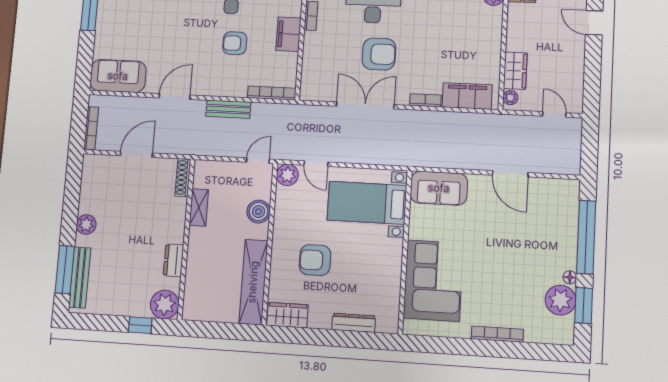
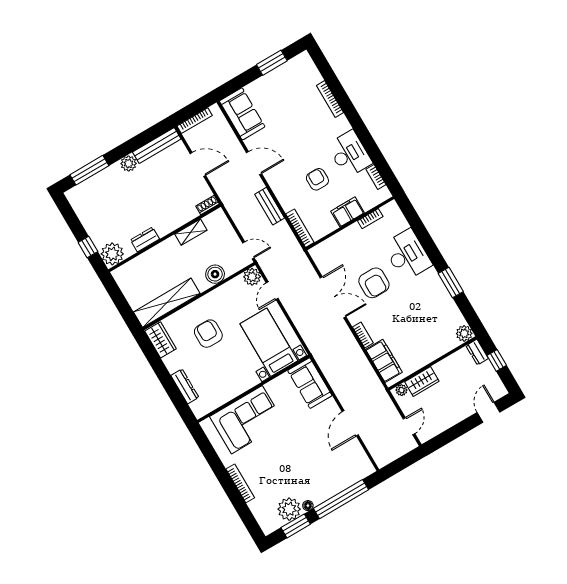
shoe rack: (183, 178) -> (207, 205), width x0.70
bench: (80, 278) -> (157, 145), moved

